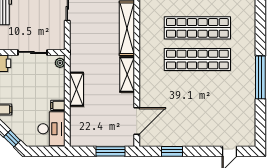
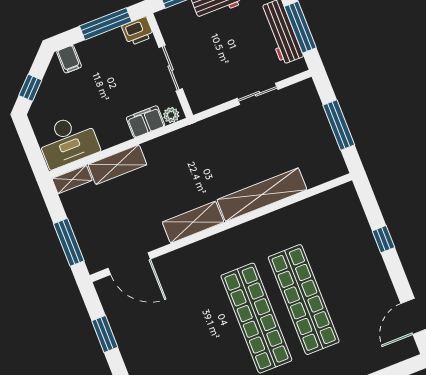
shelving: (77, 89) -> (117, 165), moved
filing cabinet: (58, 105) -> (146, 122), moved, width x2.00
shelving: (75, 135) -> (72, 179), added

